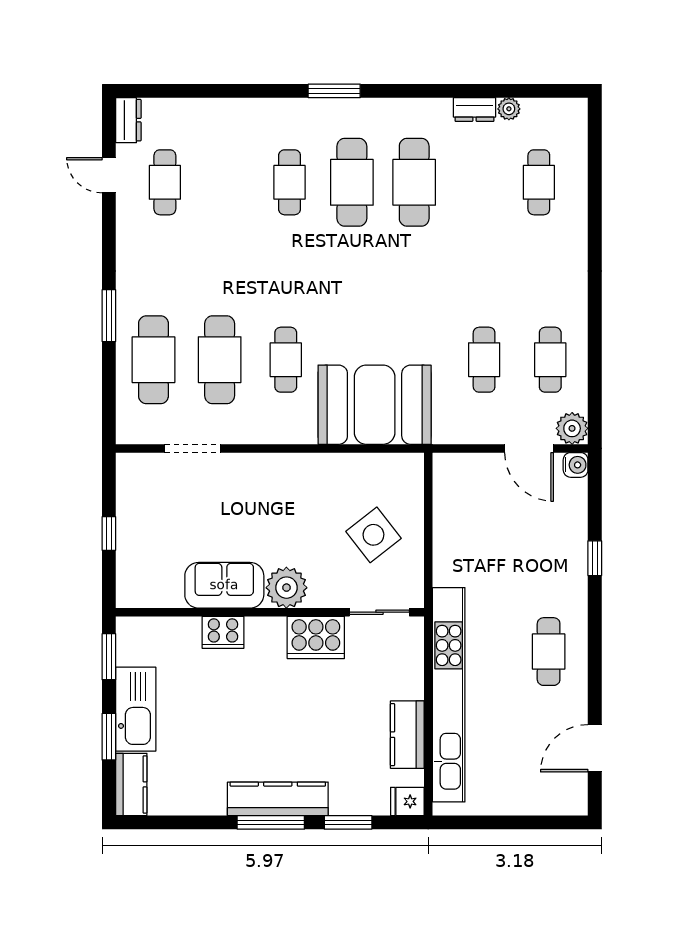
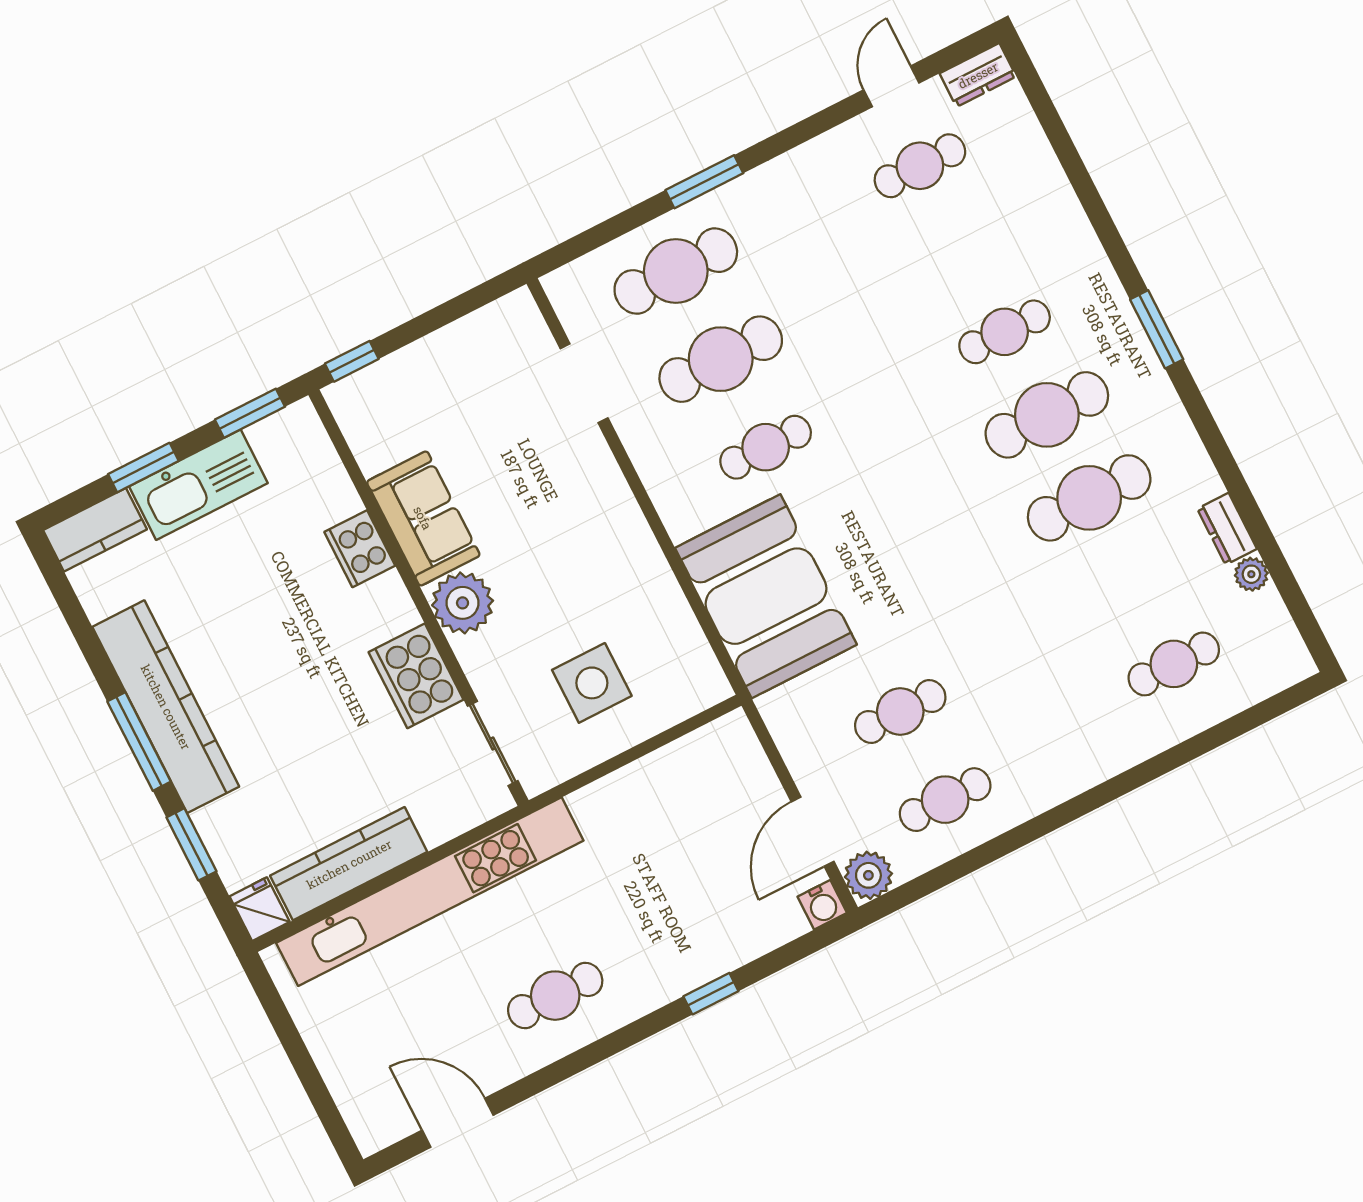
window: (109, 534) -> (352, 361), moved
side table: (373, 535) -> (592, 683), turned 38
kitchen counter: (407, 735) -> (349, 864), width x1.50
kitchen counter: (278, 799) -> (166, 707), width x1.39, depth x1.17

